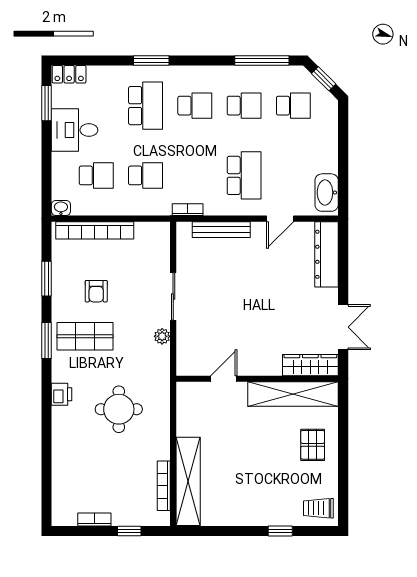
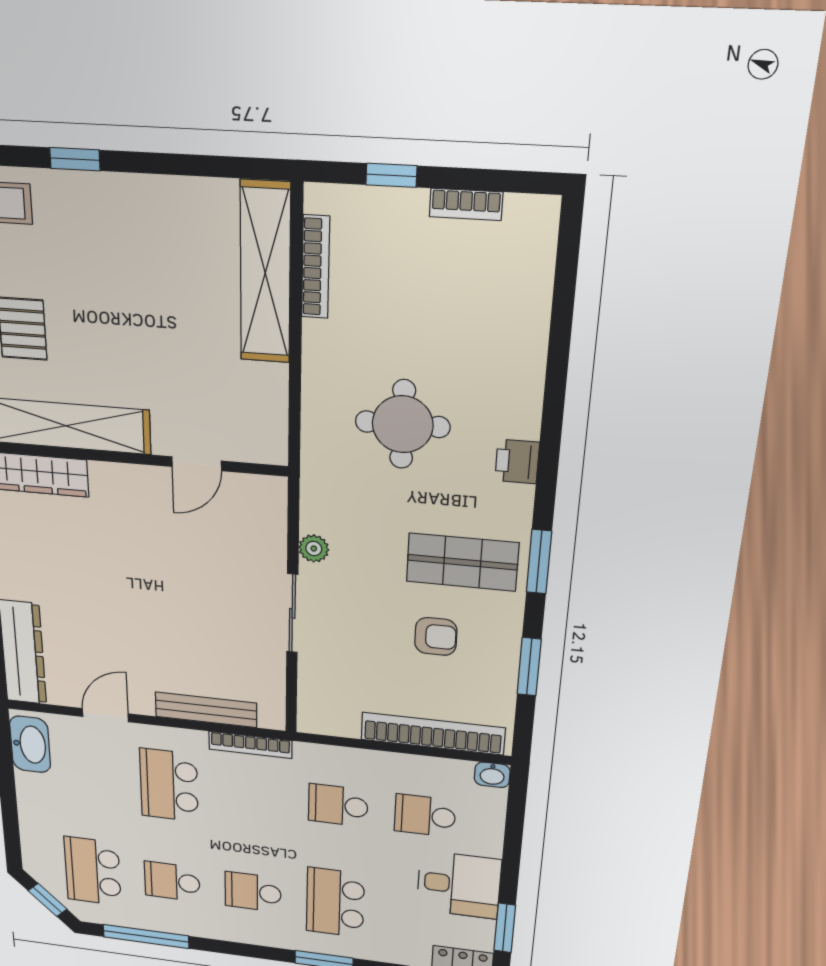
school desk: (293, 106) -> (93, 871), width x1.85
bookcase: (188, 210) -> (250, 745), width x1.56
armchair: (96, 291) -> (436, 636), turned 90

